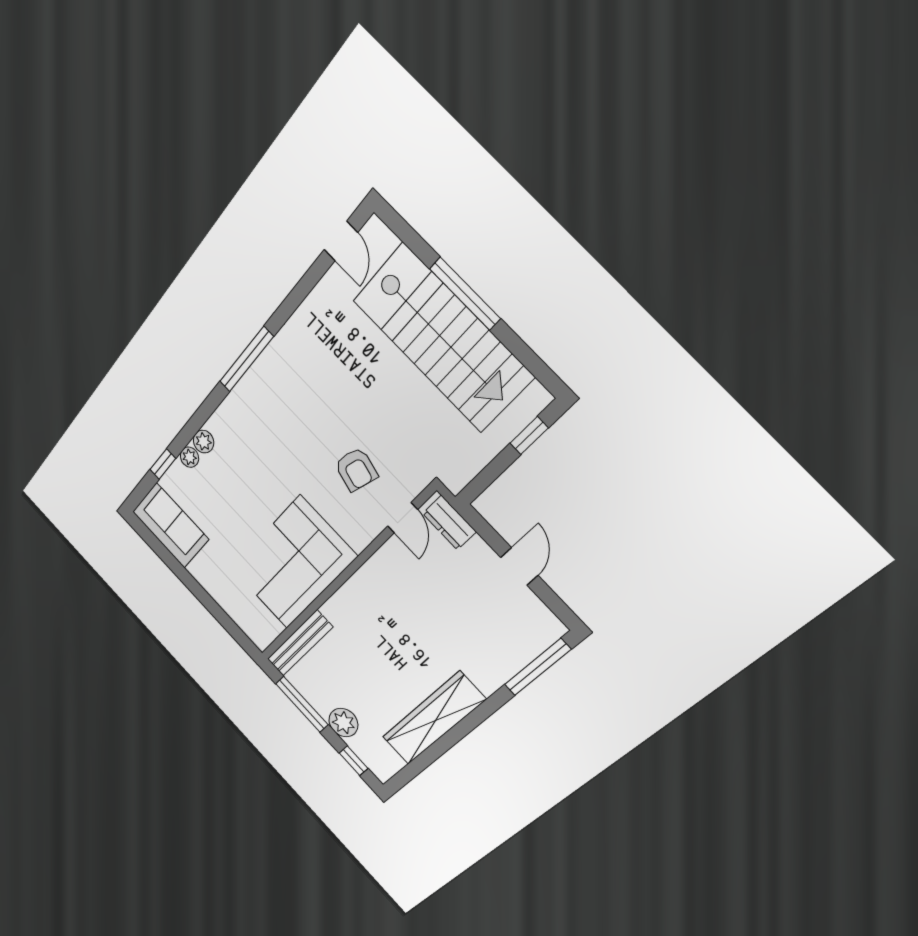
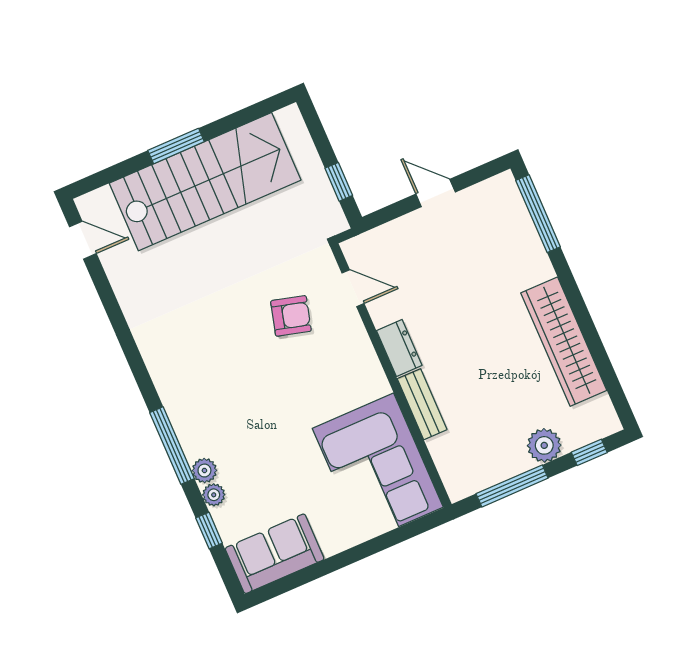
window: (465, 294) -> (176, 146), width x0.69
window: (246, 359) -> (172, 446), moved
window: (529, 436) -> (339, 182), moved
dresser: (449, 523) -> (399, 348), moved, turned -90
corner sofa: (293, 563) -> (378, 468), moved
bench: (300, 643) -> (422, 404), moved, width x0.73

